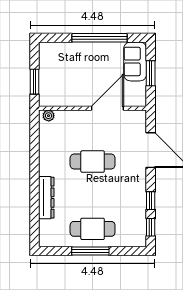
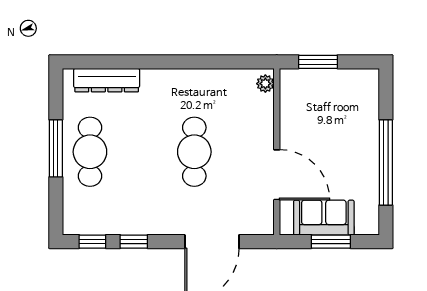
sofa: (135, 61) -> (324, 218), moved
dresser: (46, 198) -> (107, 80), moved

